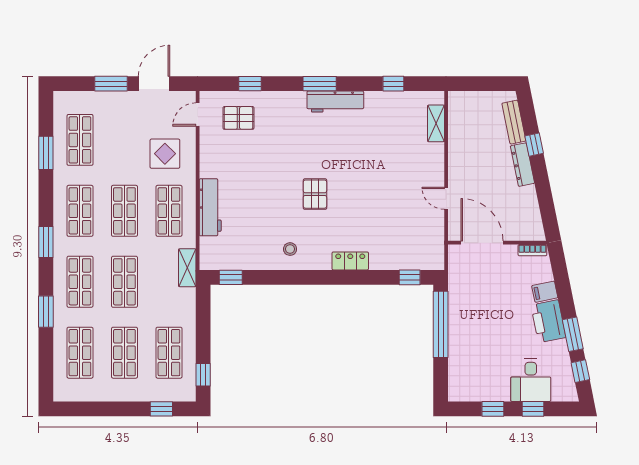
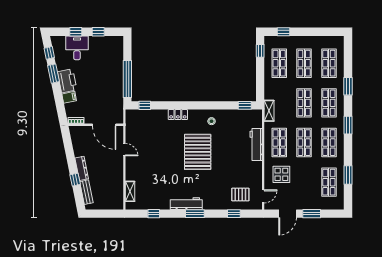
pallet: (315, 194) -> (198, 152), width x2.05, depth x2.00

